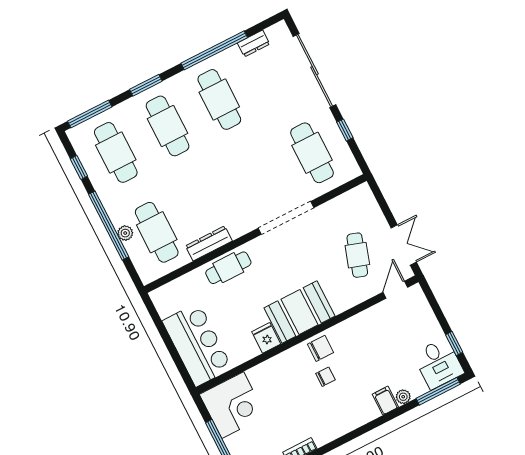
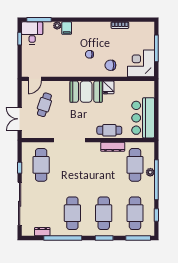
double door: (404, 245) -> (20, 119), moved
bar counter: (197, 345) -> (143, 118), moved
chair: (320, 348) -> (110, 65), moved

